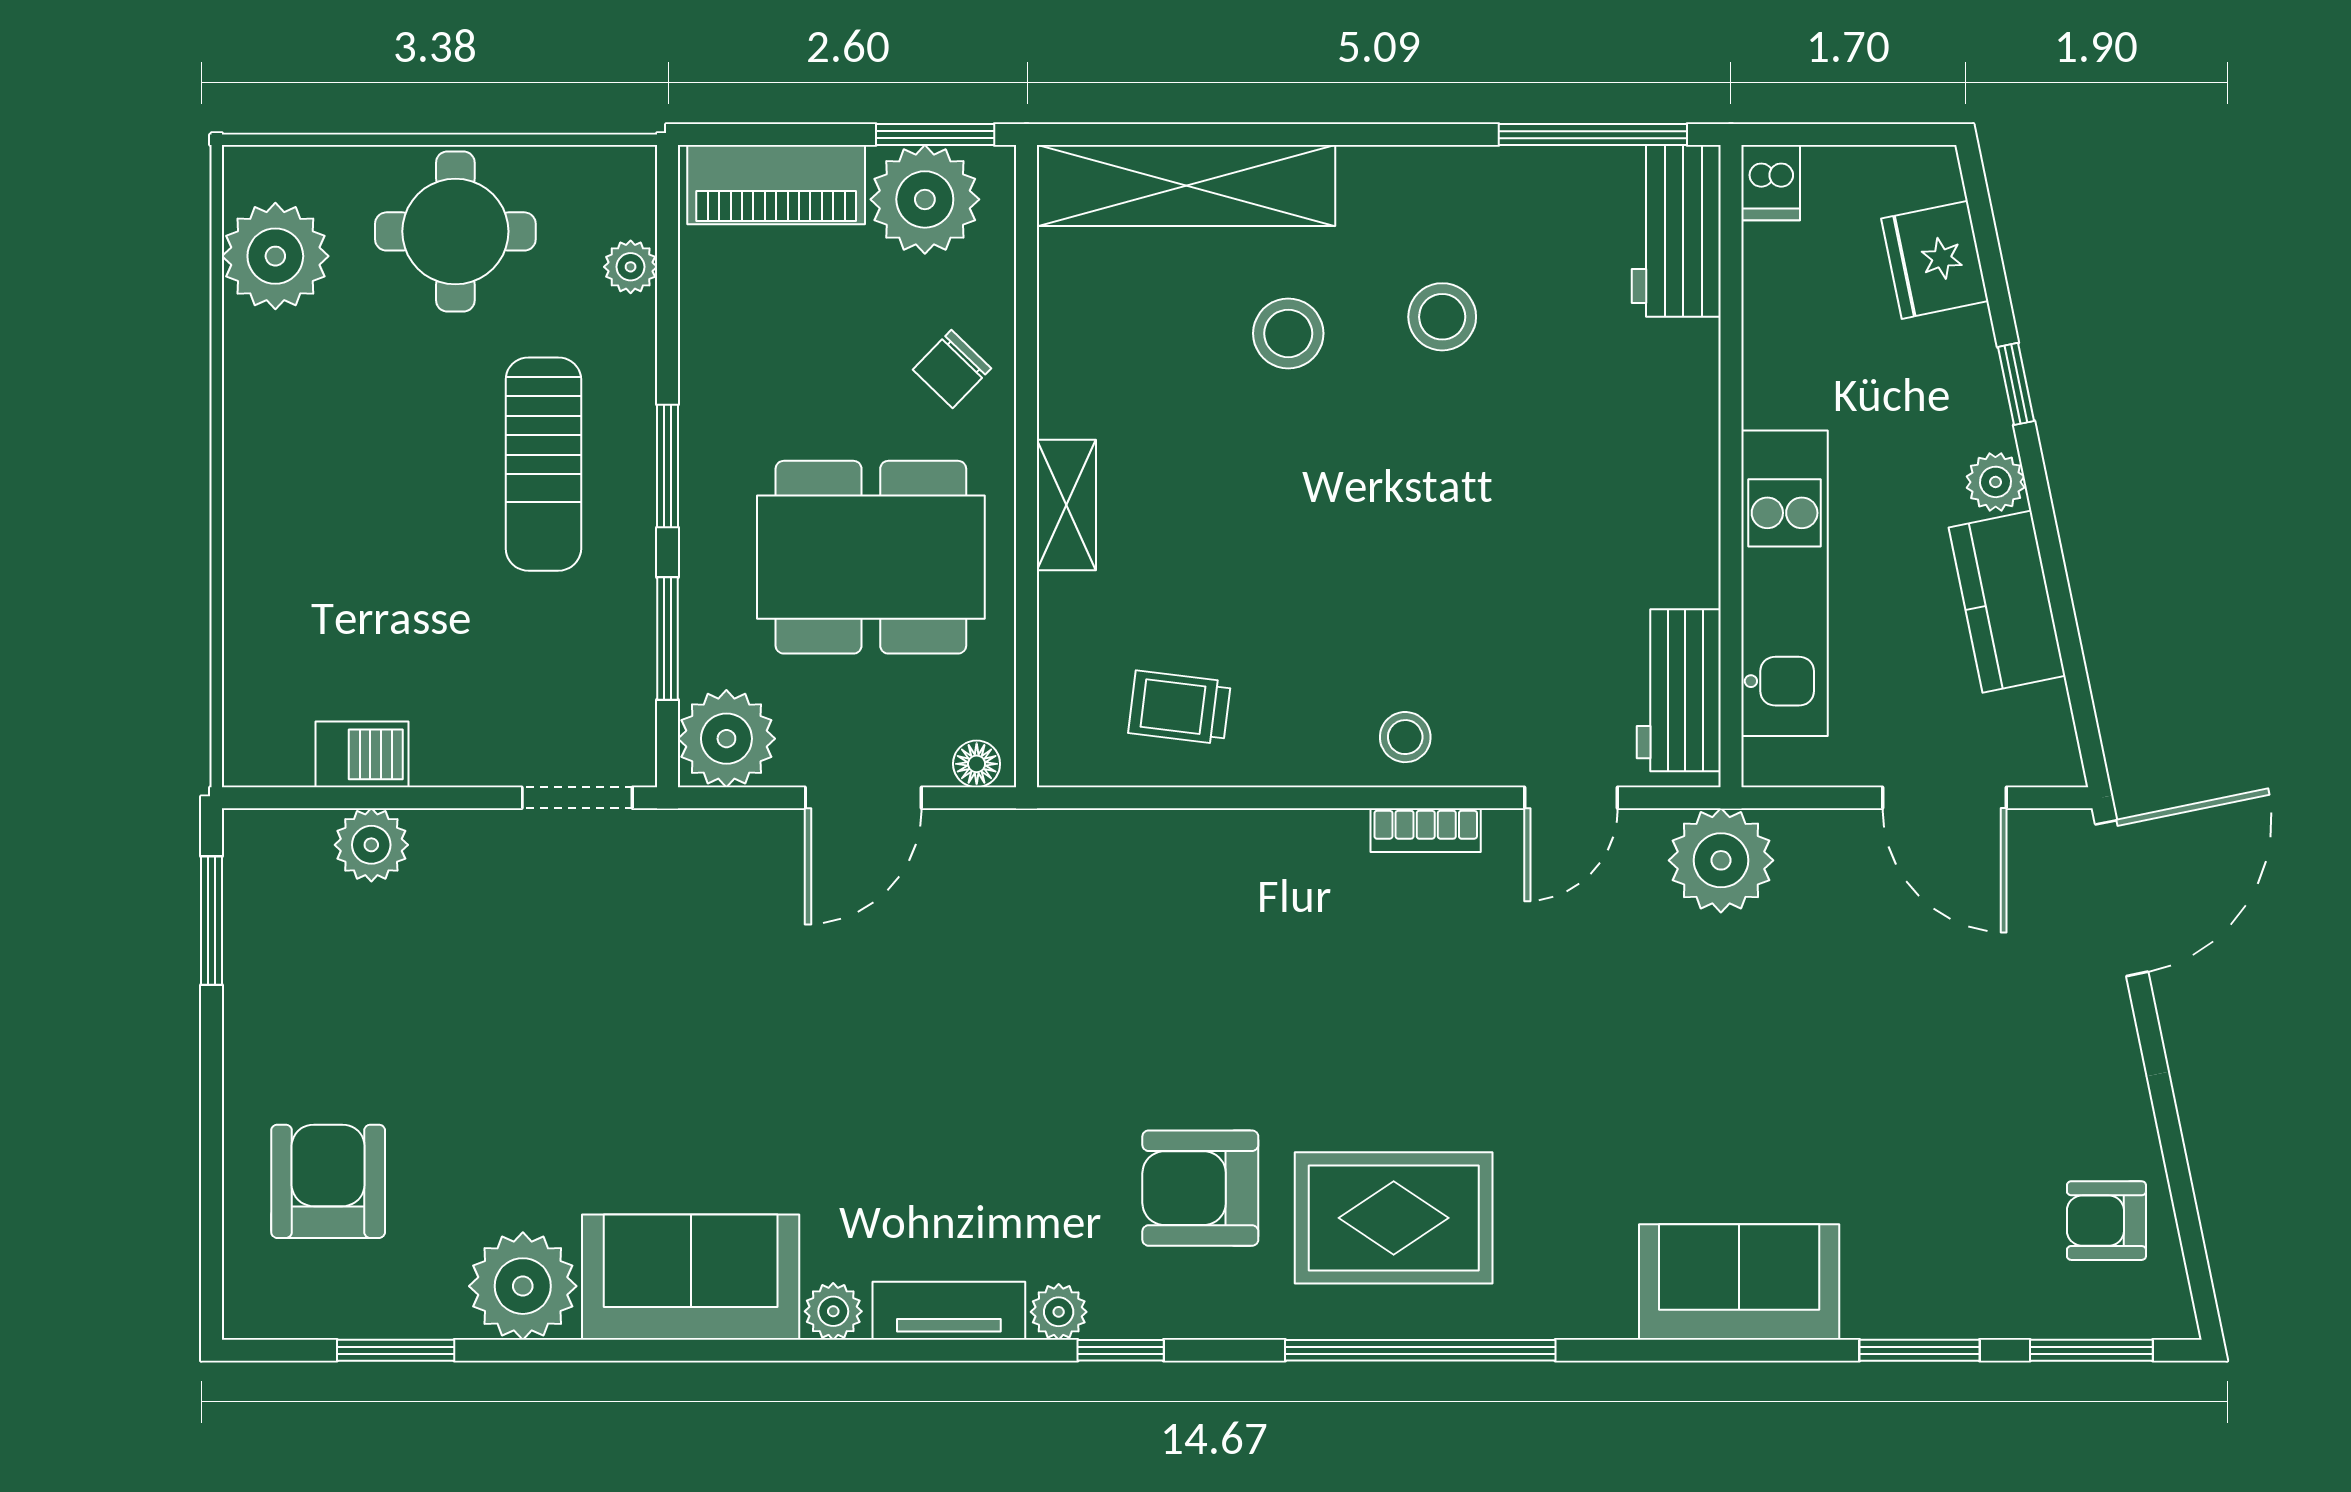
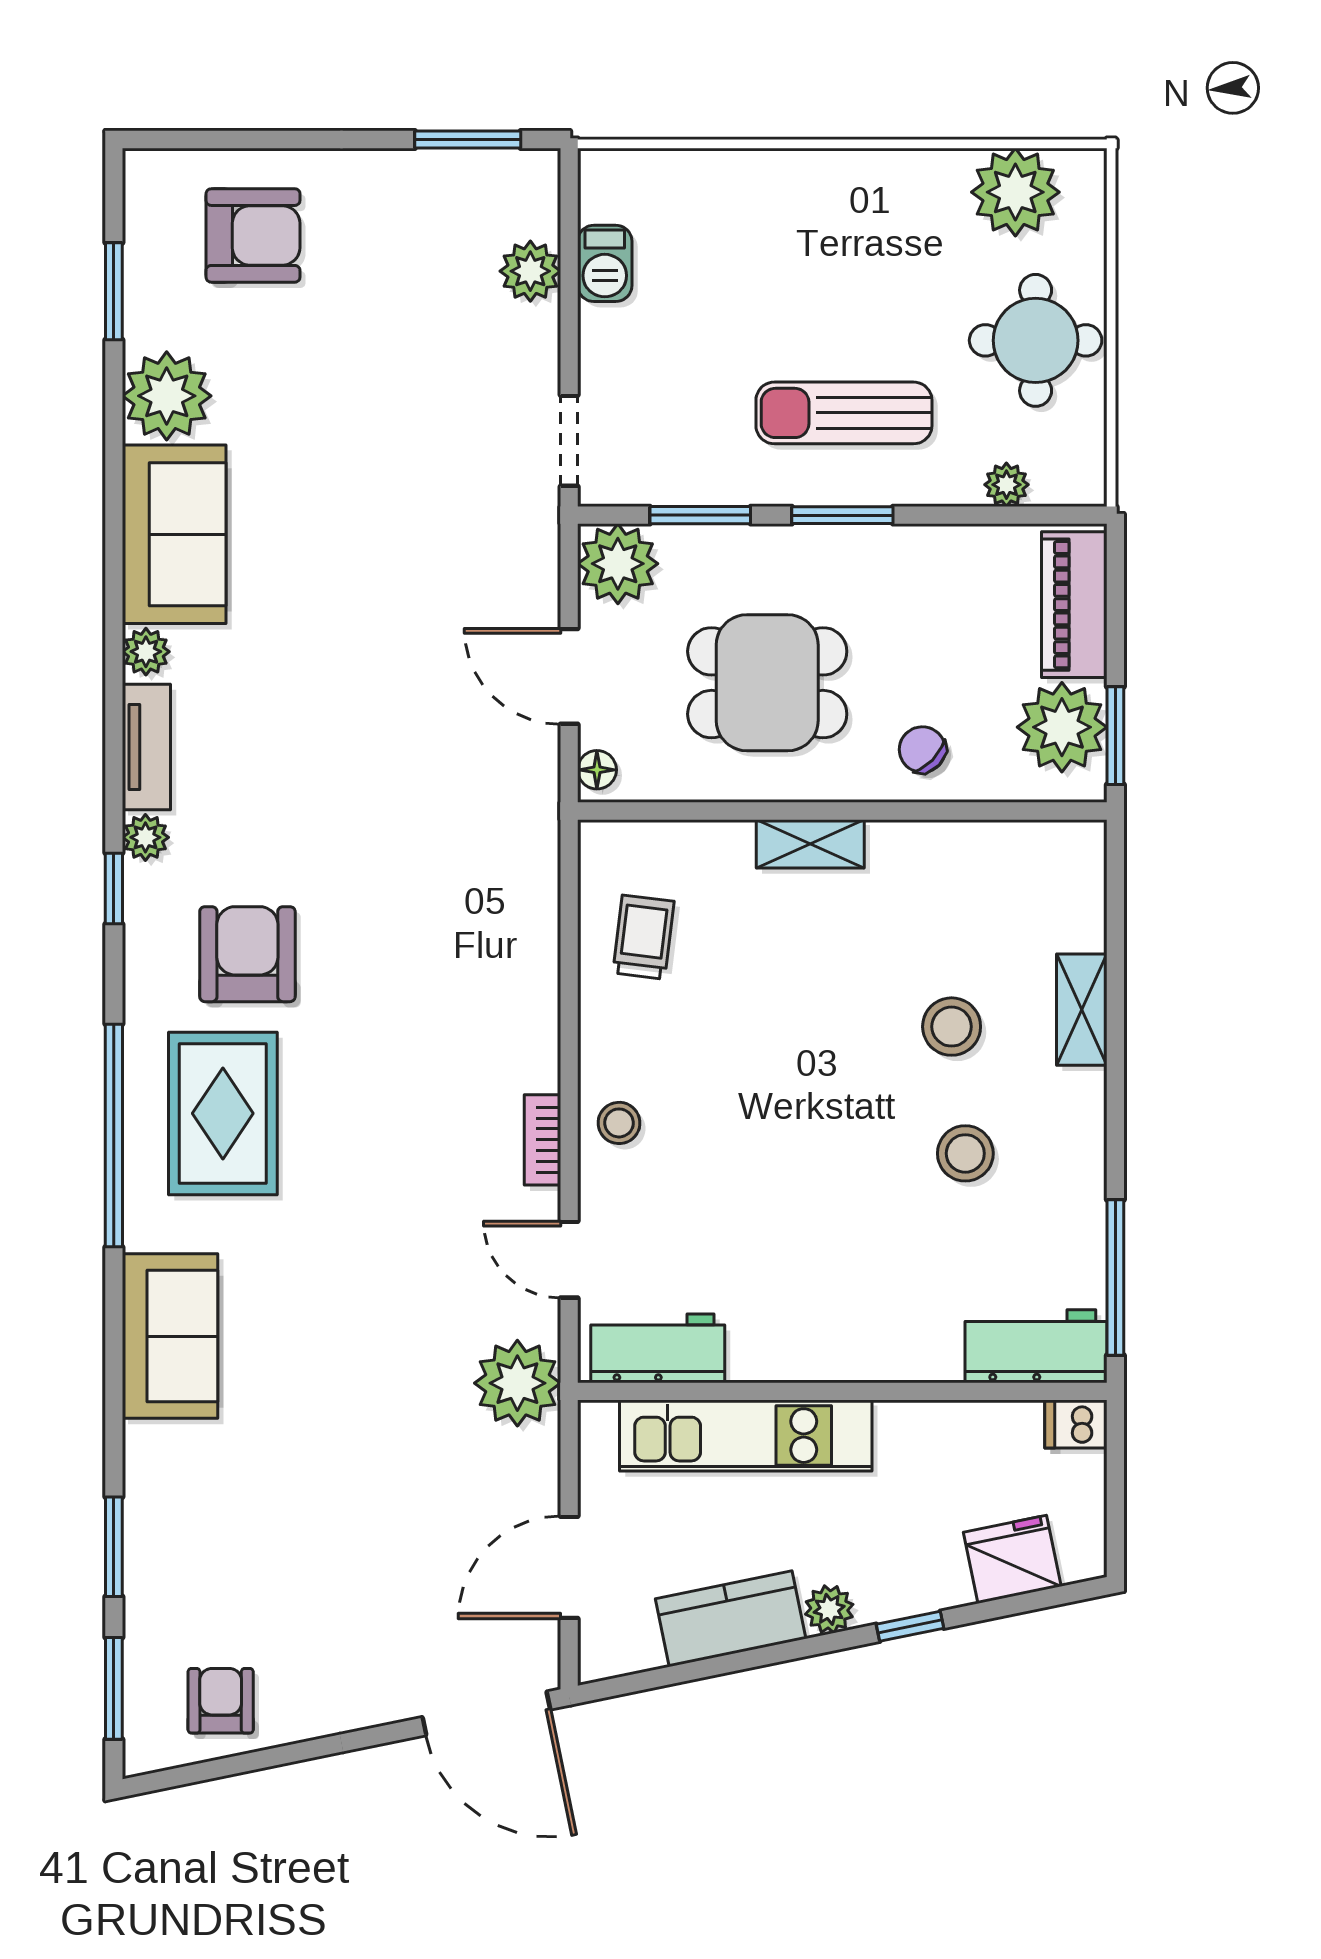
shelving: (1186, 186) -> (1082, 1010), width x0.45, depth x0.75
dining table: (871, 557) -> (767, 683), width x0.73
sofa: (1739, 1282) -> (170, 1336), moved

